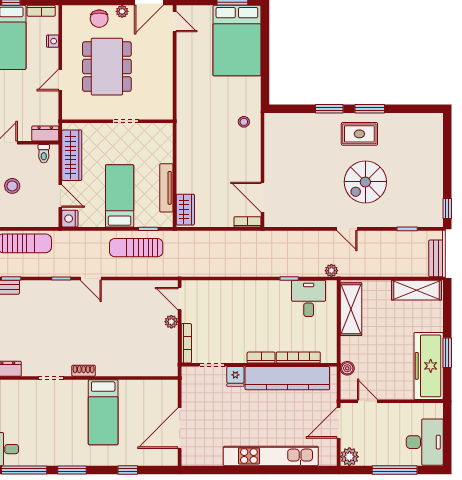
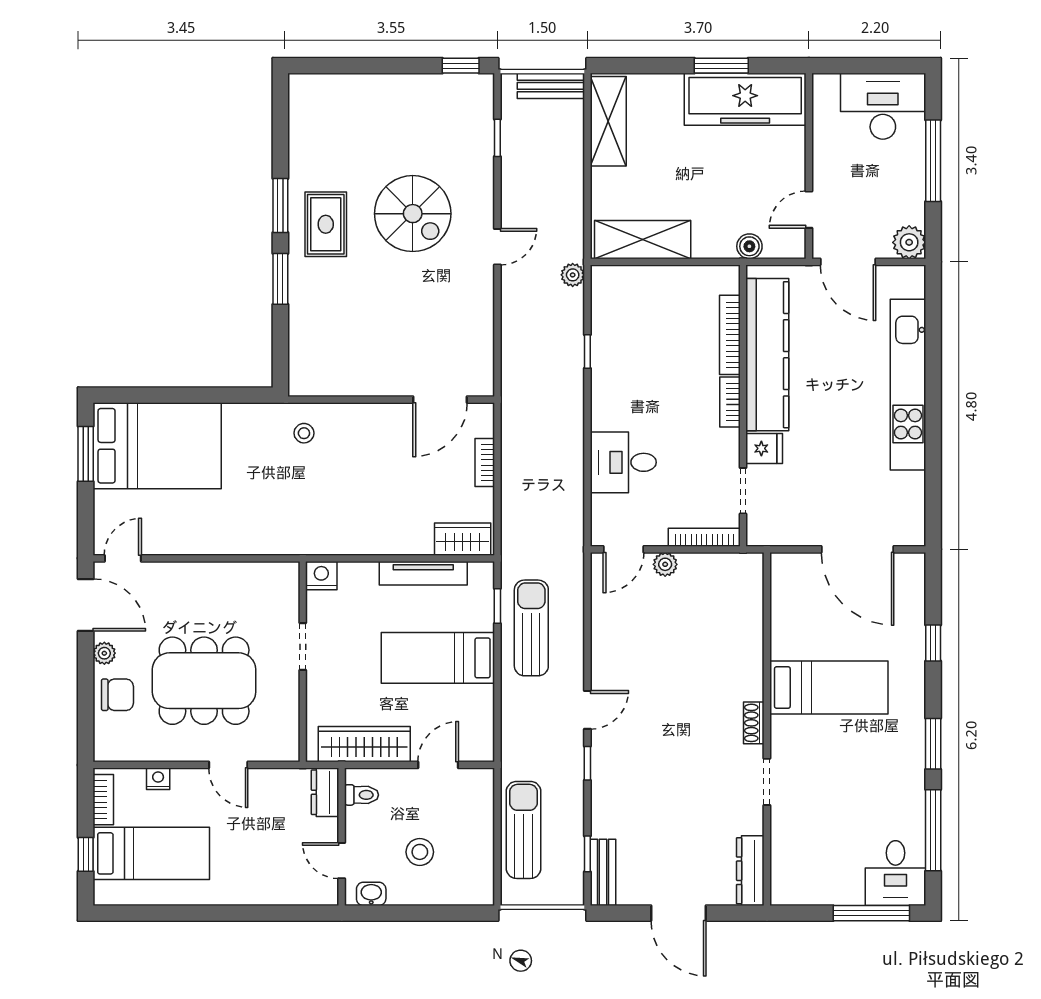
nightstand: (70, 219) -> (321, 576), moved, turned 180
bookcase: (247, 222) -> (485, 463), moved
sun lounger: (136, 248) -> (531, 628), turned 180
desk: (309, 298) -> (623, 462), moved

